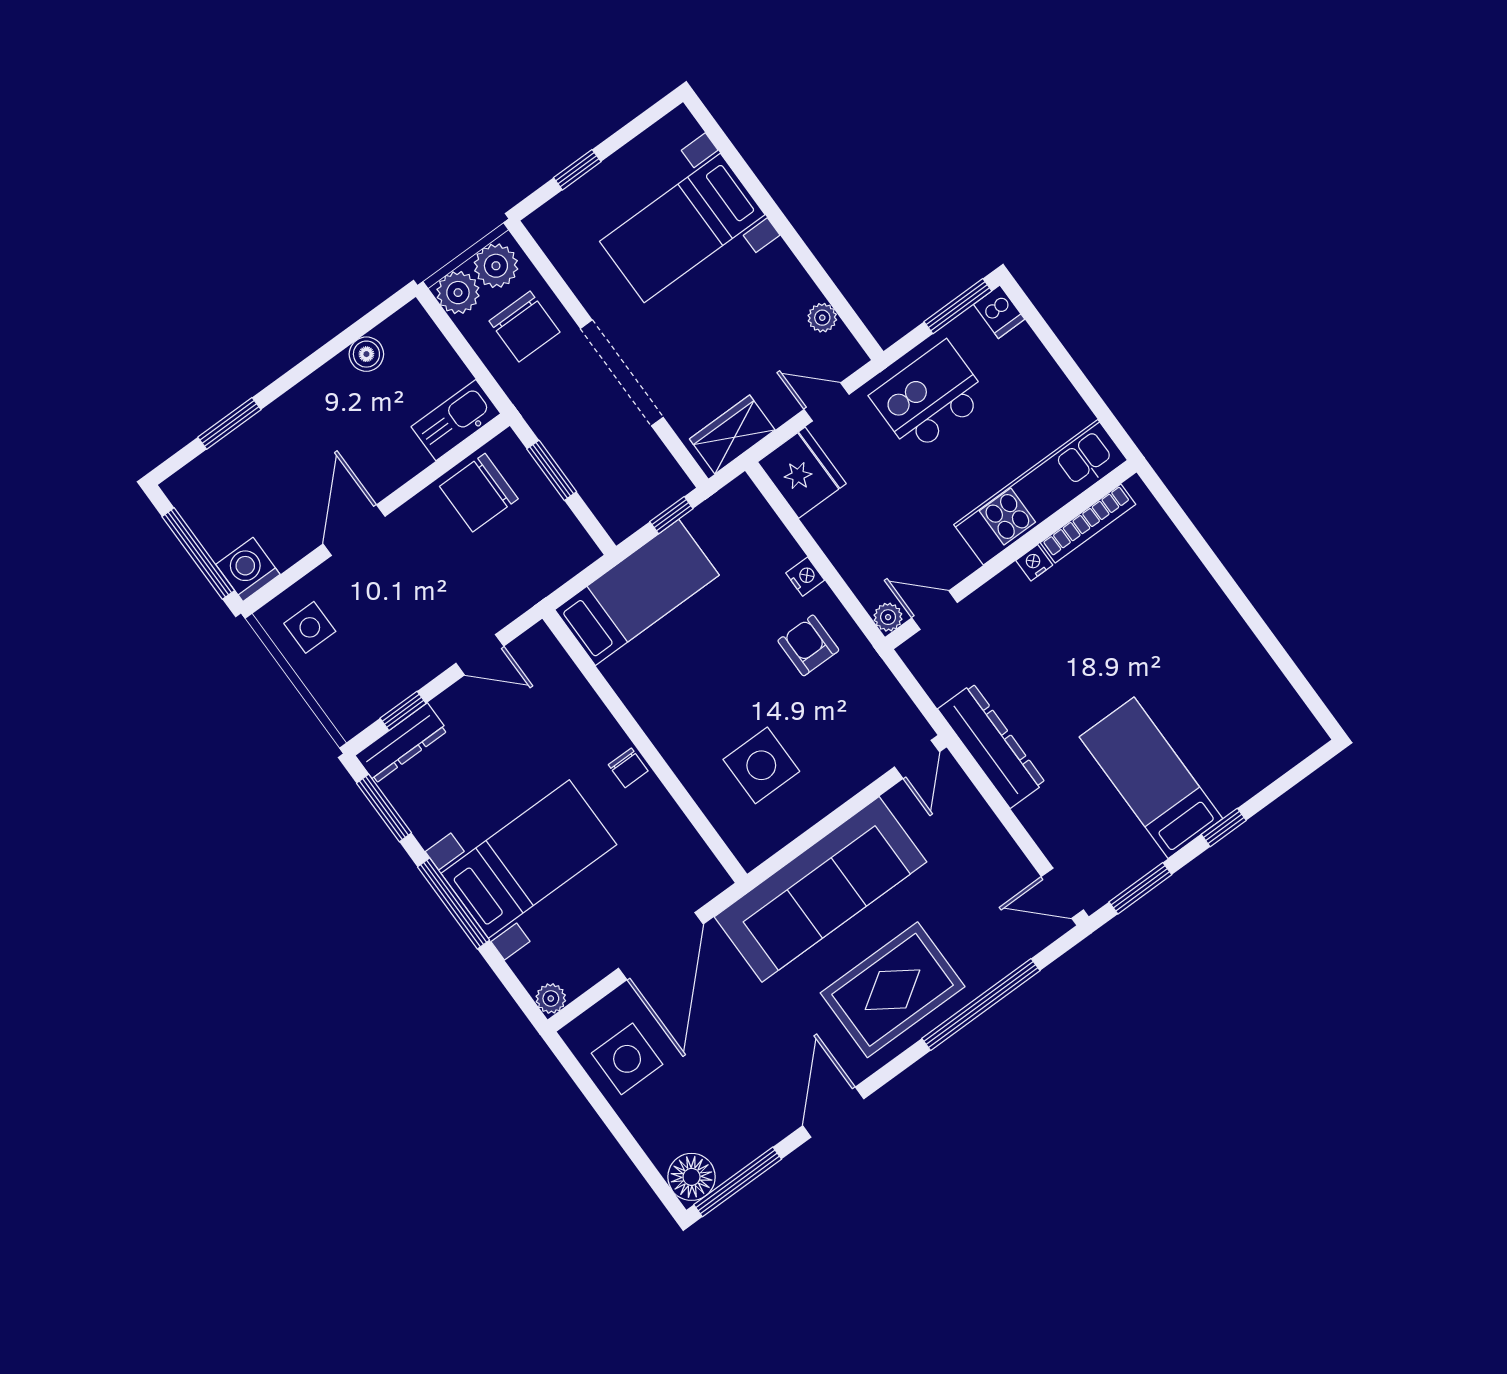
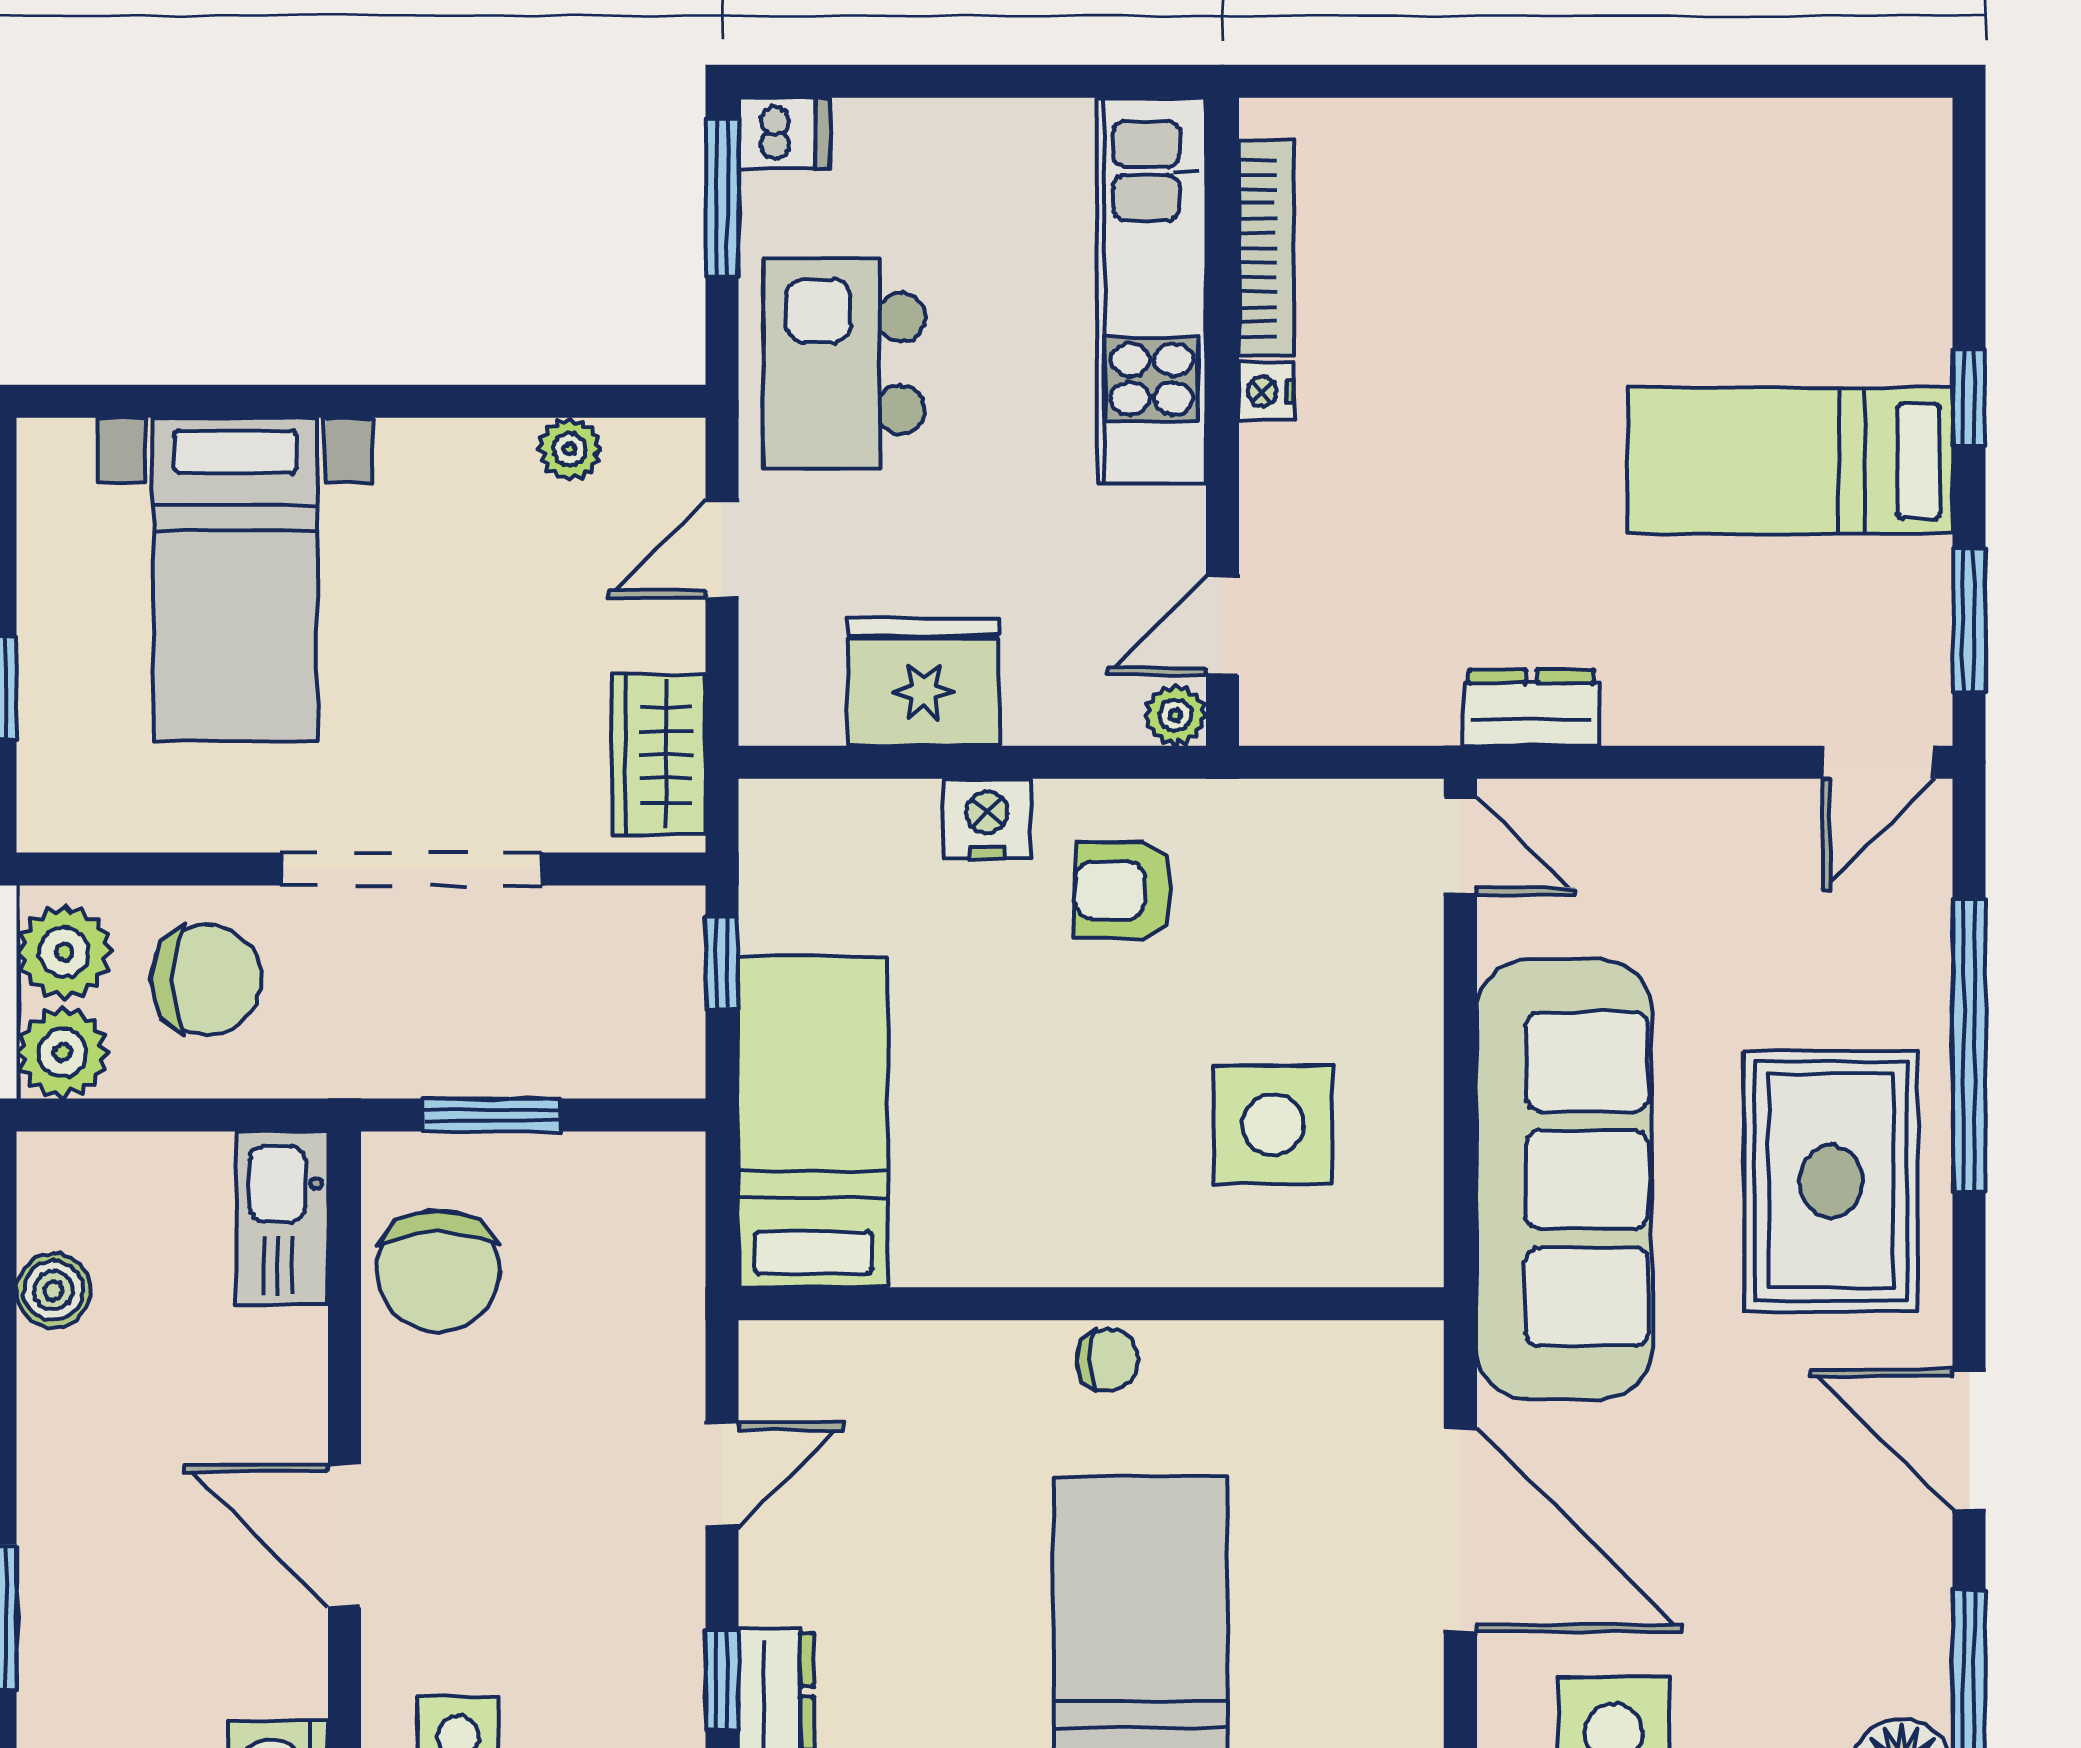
fridge: (802, 473) -> (924, 682), moved
nightstand: (805, 577) -> (987, 819), width x1.39, depth x1.35
dresser: (992, 746) -> (1531, 708), width x0.51, depth x0.80

